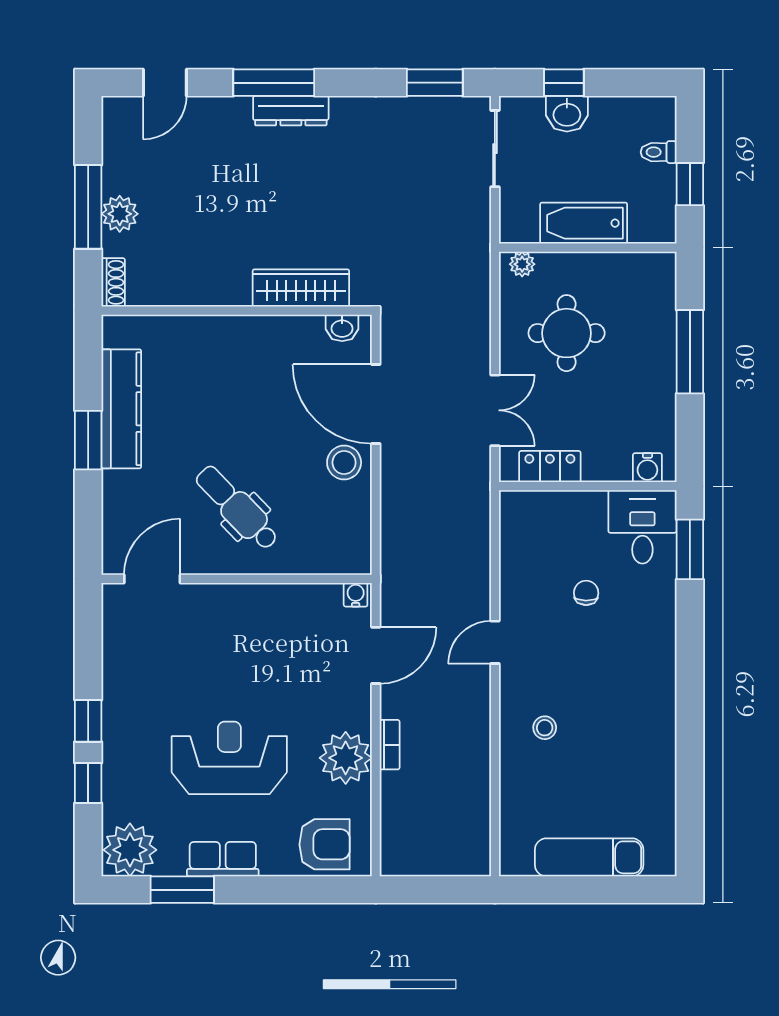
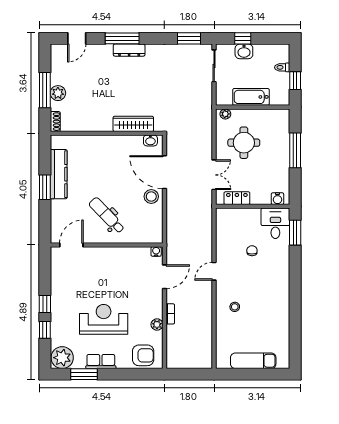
plant: (346, 758) -> (157, 324), width x0.53, depth x0.53

